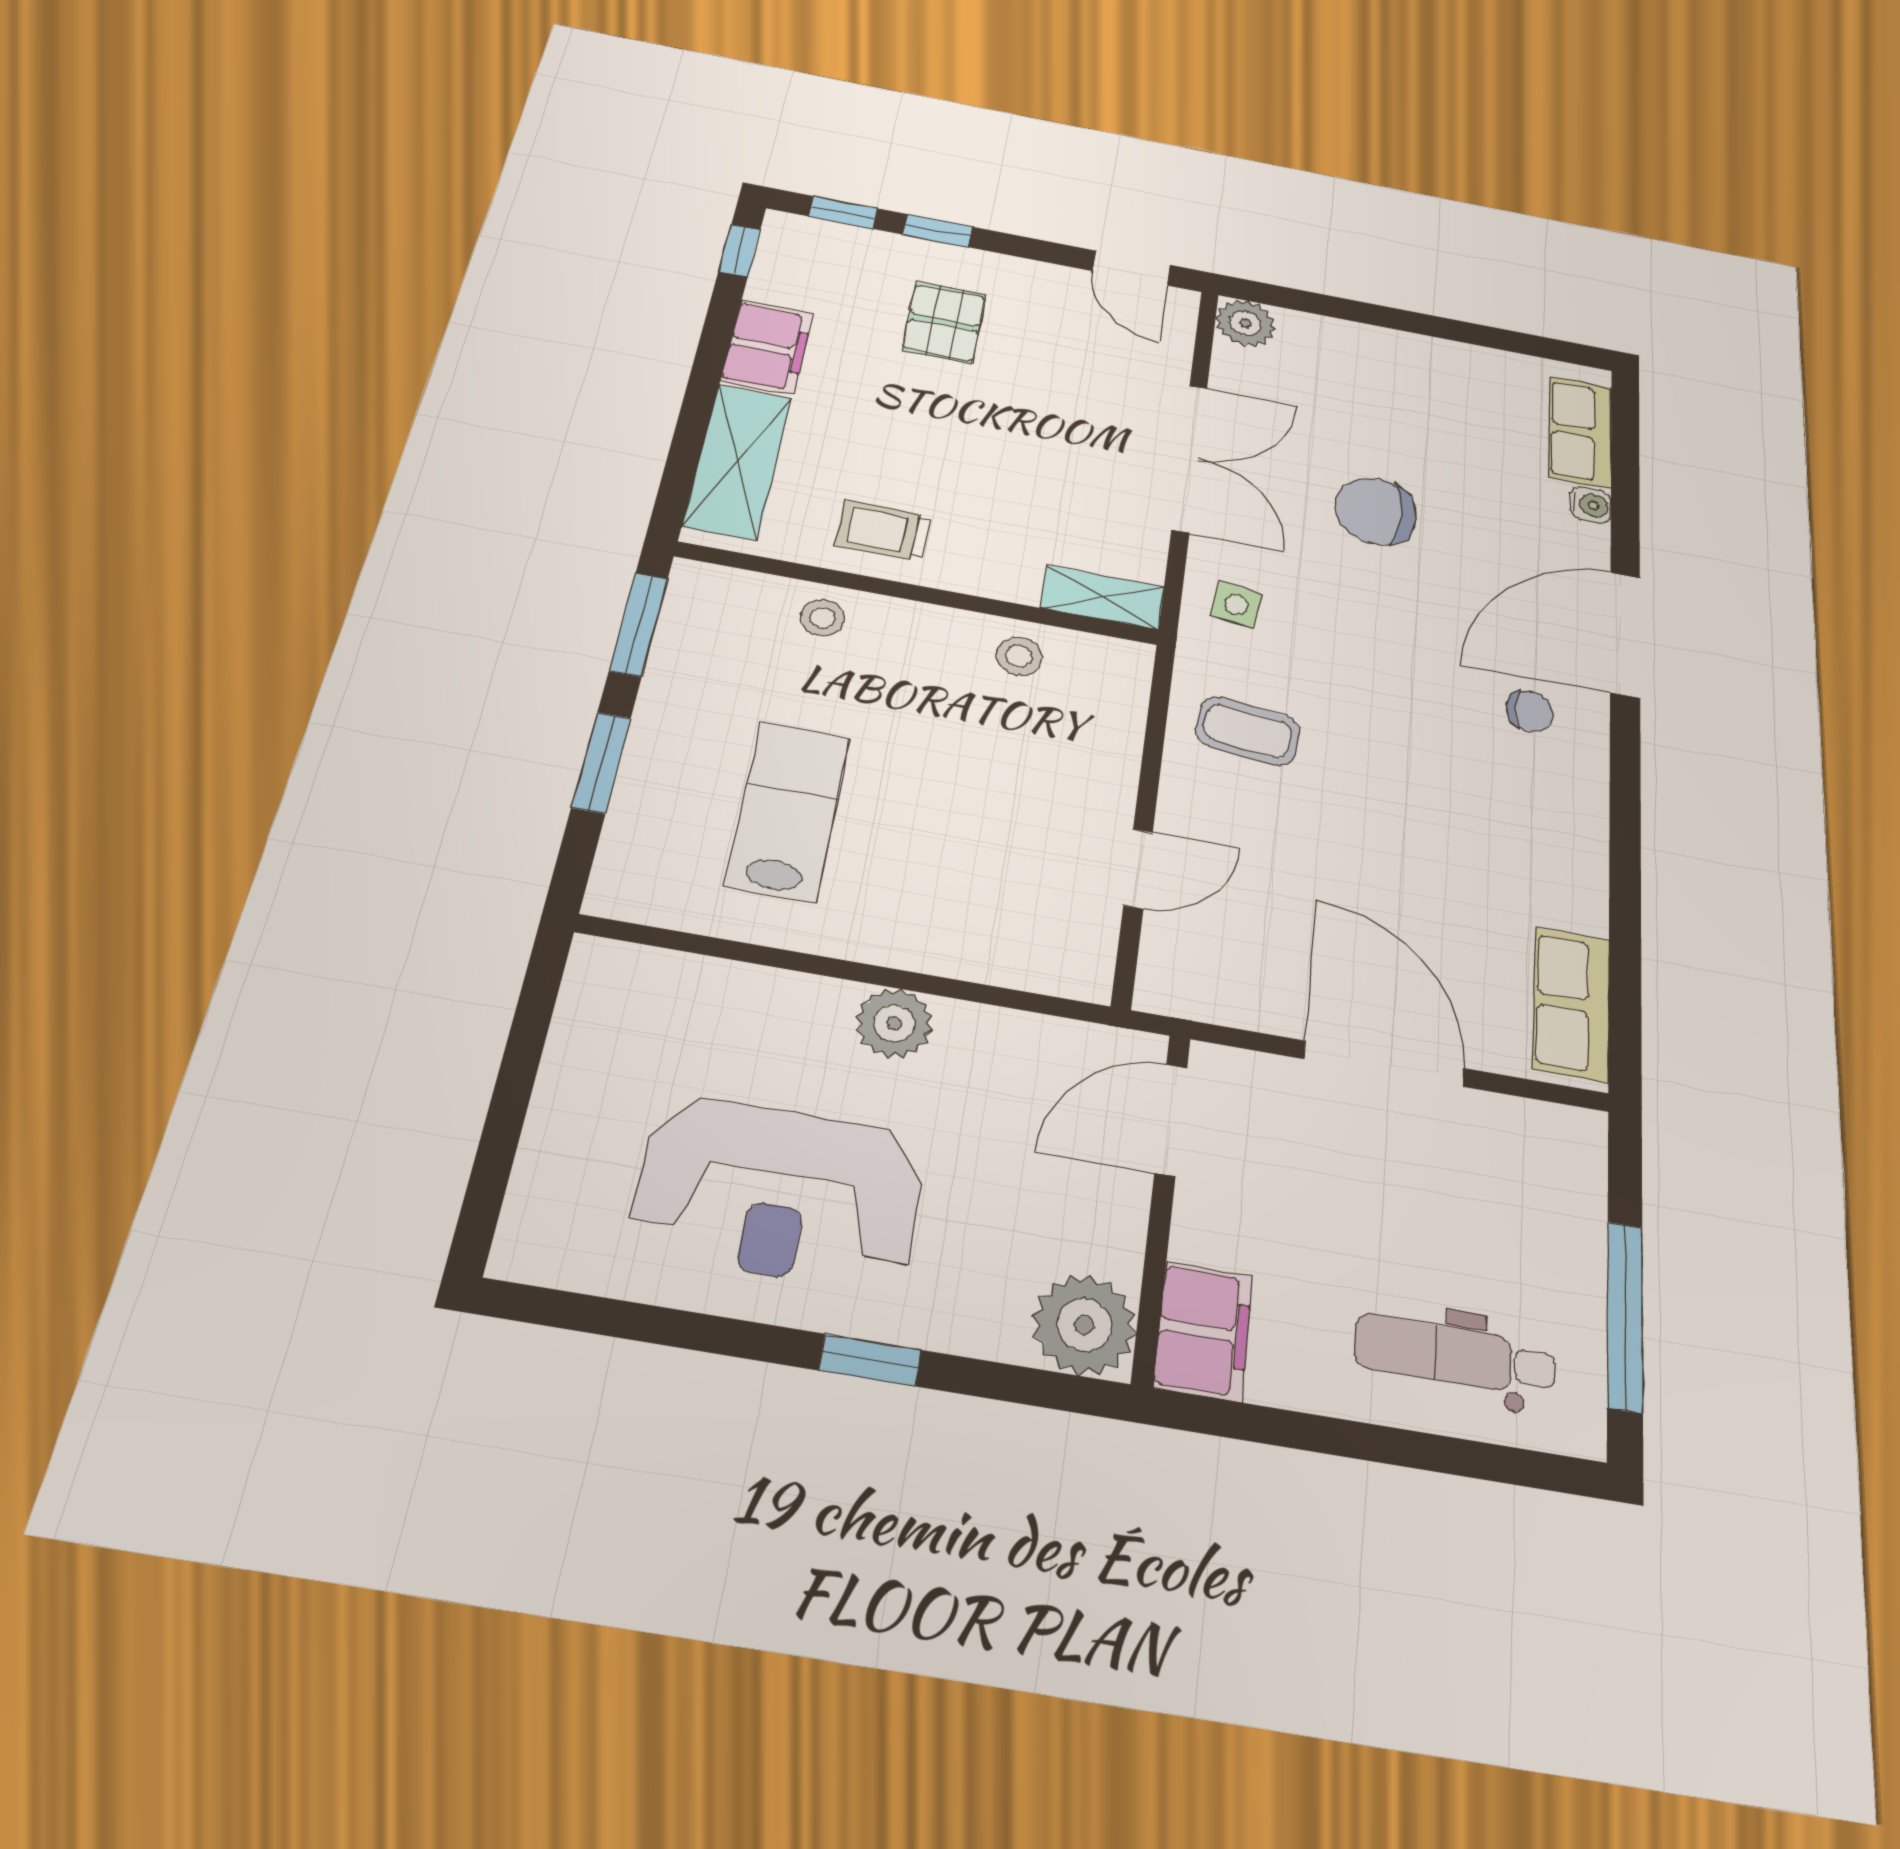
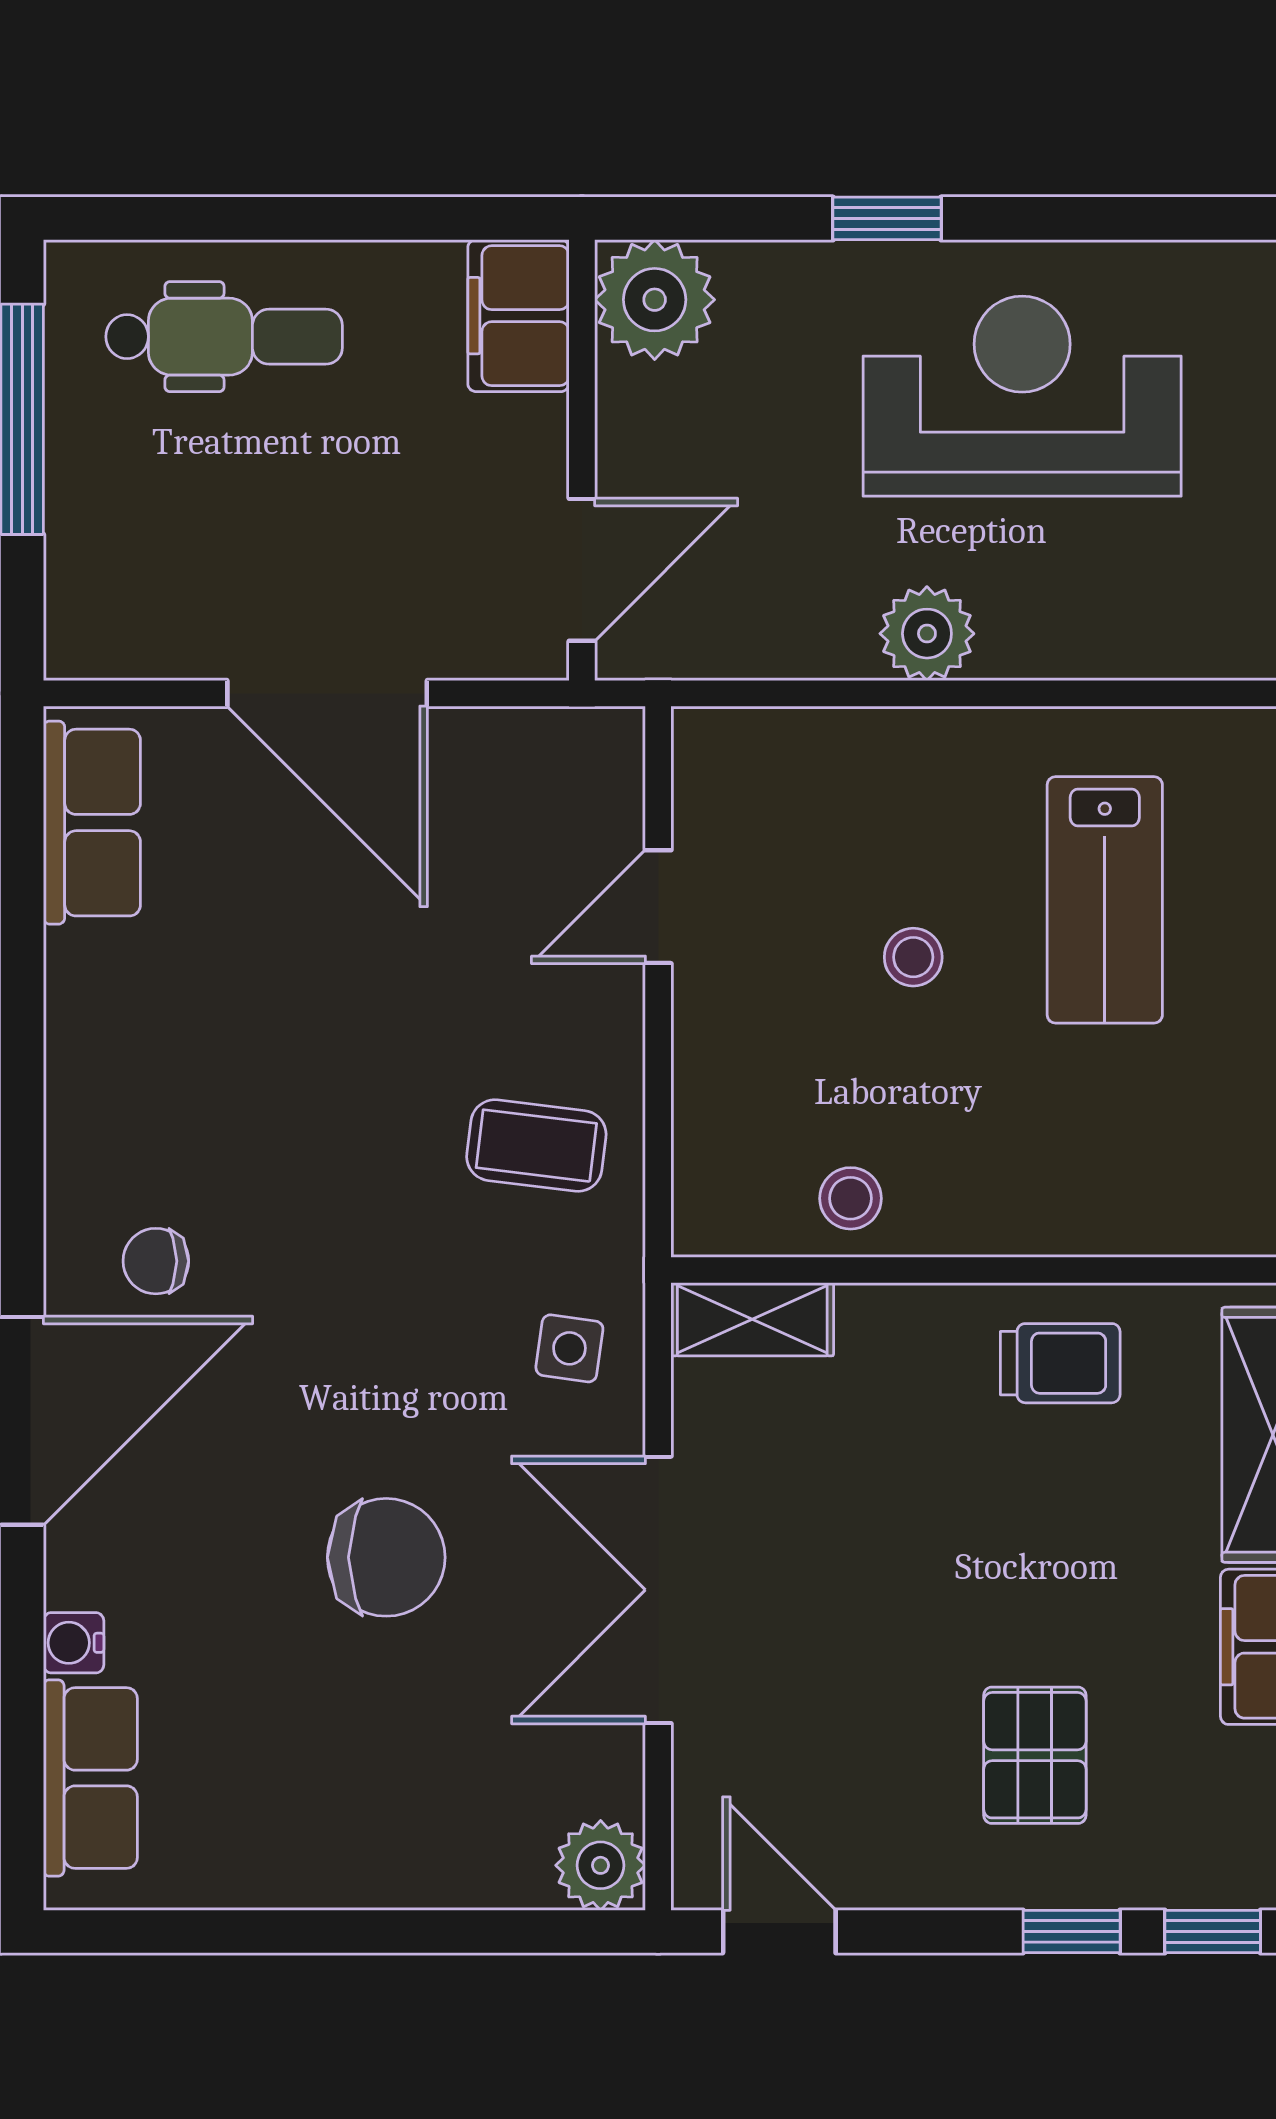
stool: (823, 618) -> (913, 957), moved

